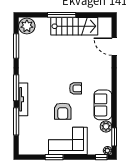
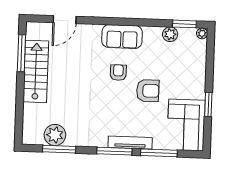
window: (62, 15) -> (21, 53), moved
plant: (27, 26) -> (55, 135), moved
sofa: (103, 105) -> (122, 37), moved
corner sofa: (68, 141) -> (186, 125), moved
window: (101, 157) -> (211, 42), removed

